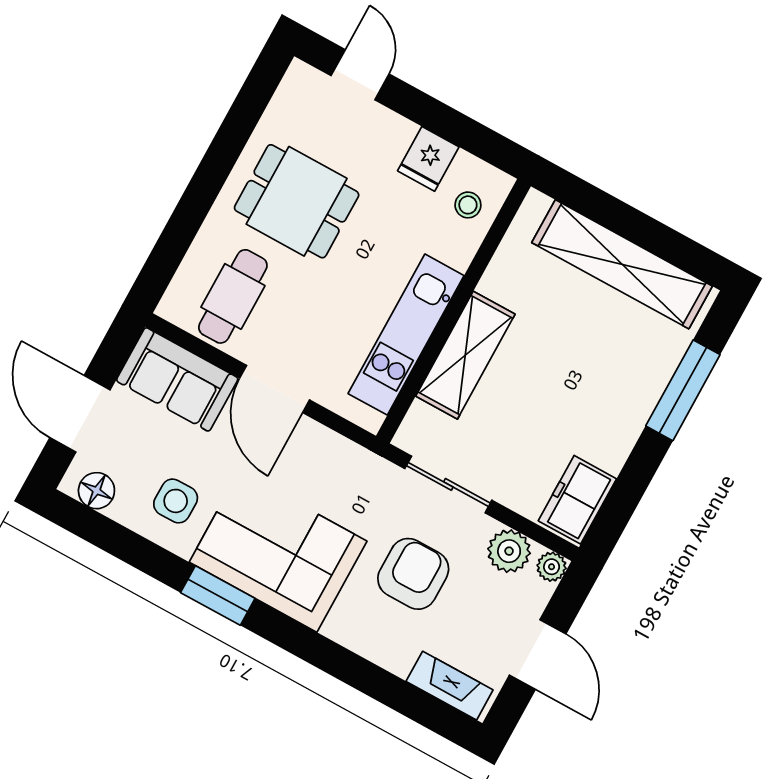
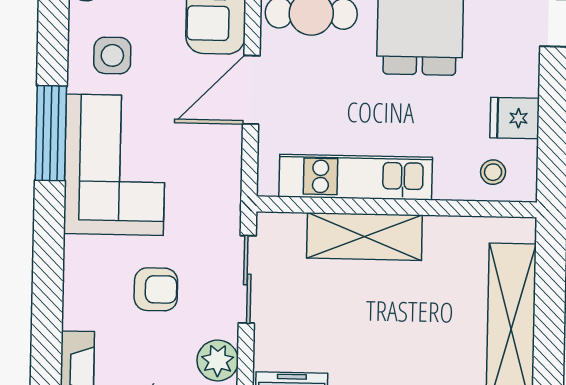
armchair: (413, 574) -> (156, 289), width x0.72, depth x0.72
window: (218, 596) -> (51, 133), width x1.44

